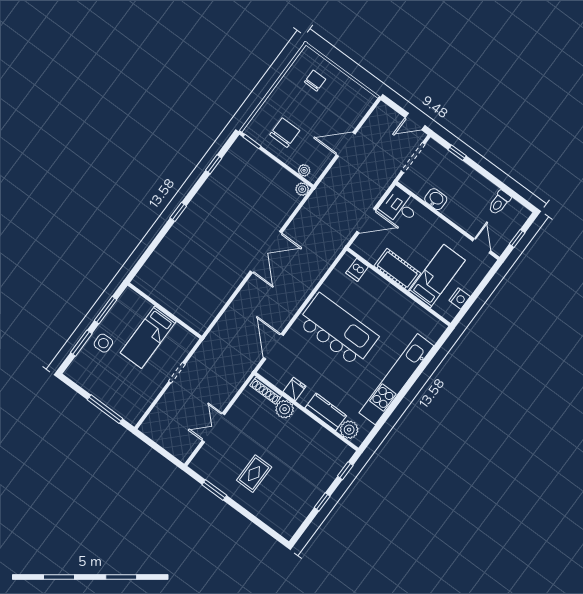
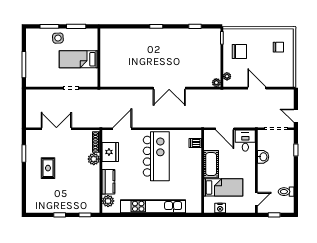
fridge: (294, 389) -> (110, 152), width x1.88, depth x1.34
double door: (213, 428) -> (56, 129), width x1.37
rug: (254, 474) -> (48, 168), turned 90

